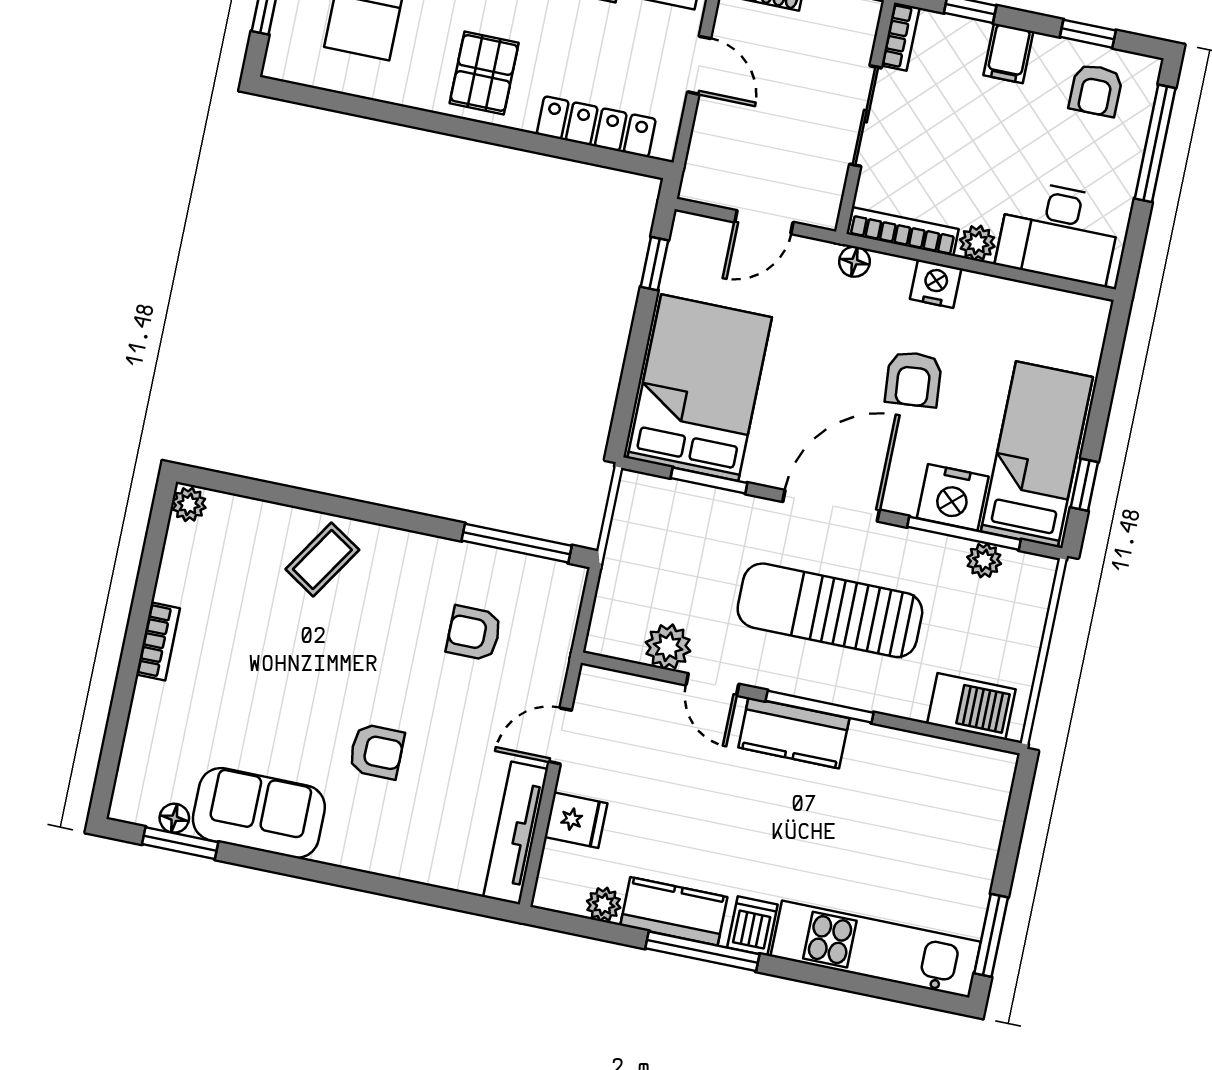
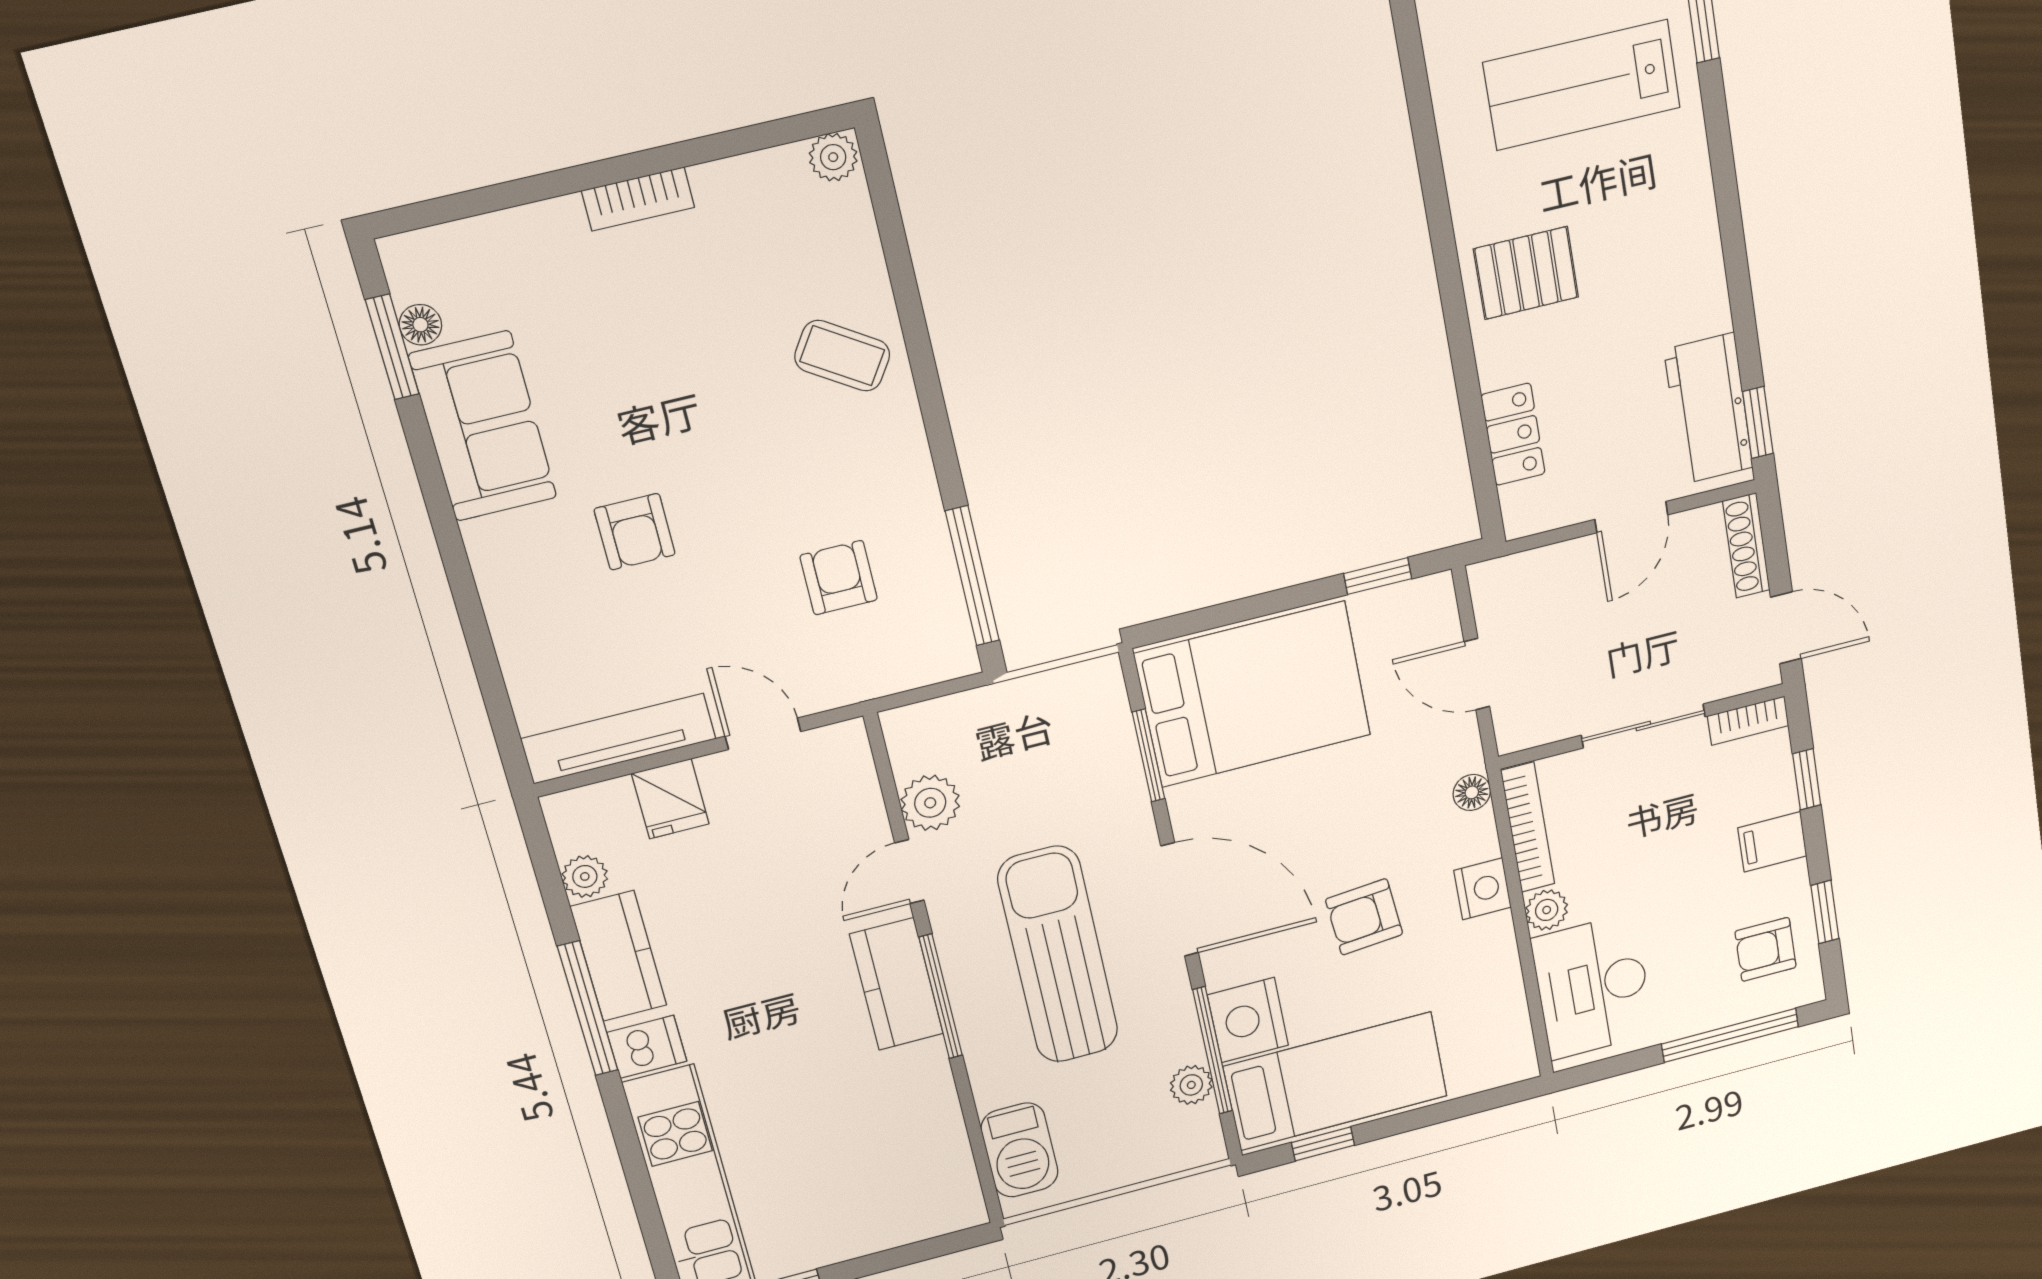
locker: (596, 127) -> (1513, 434), width x0.66

